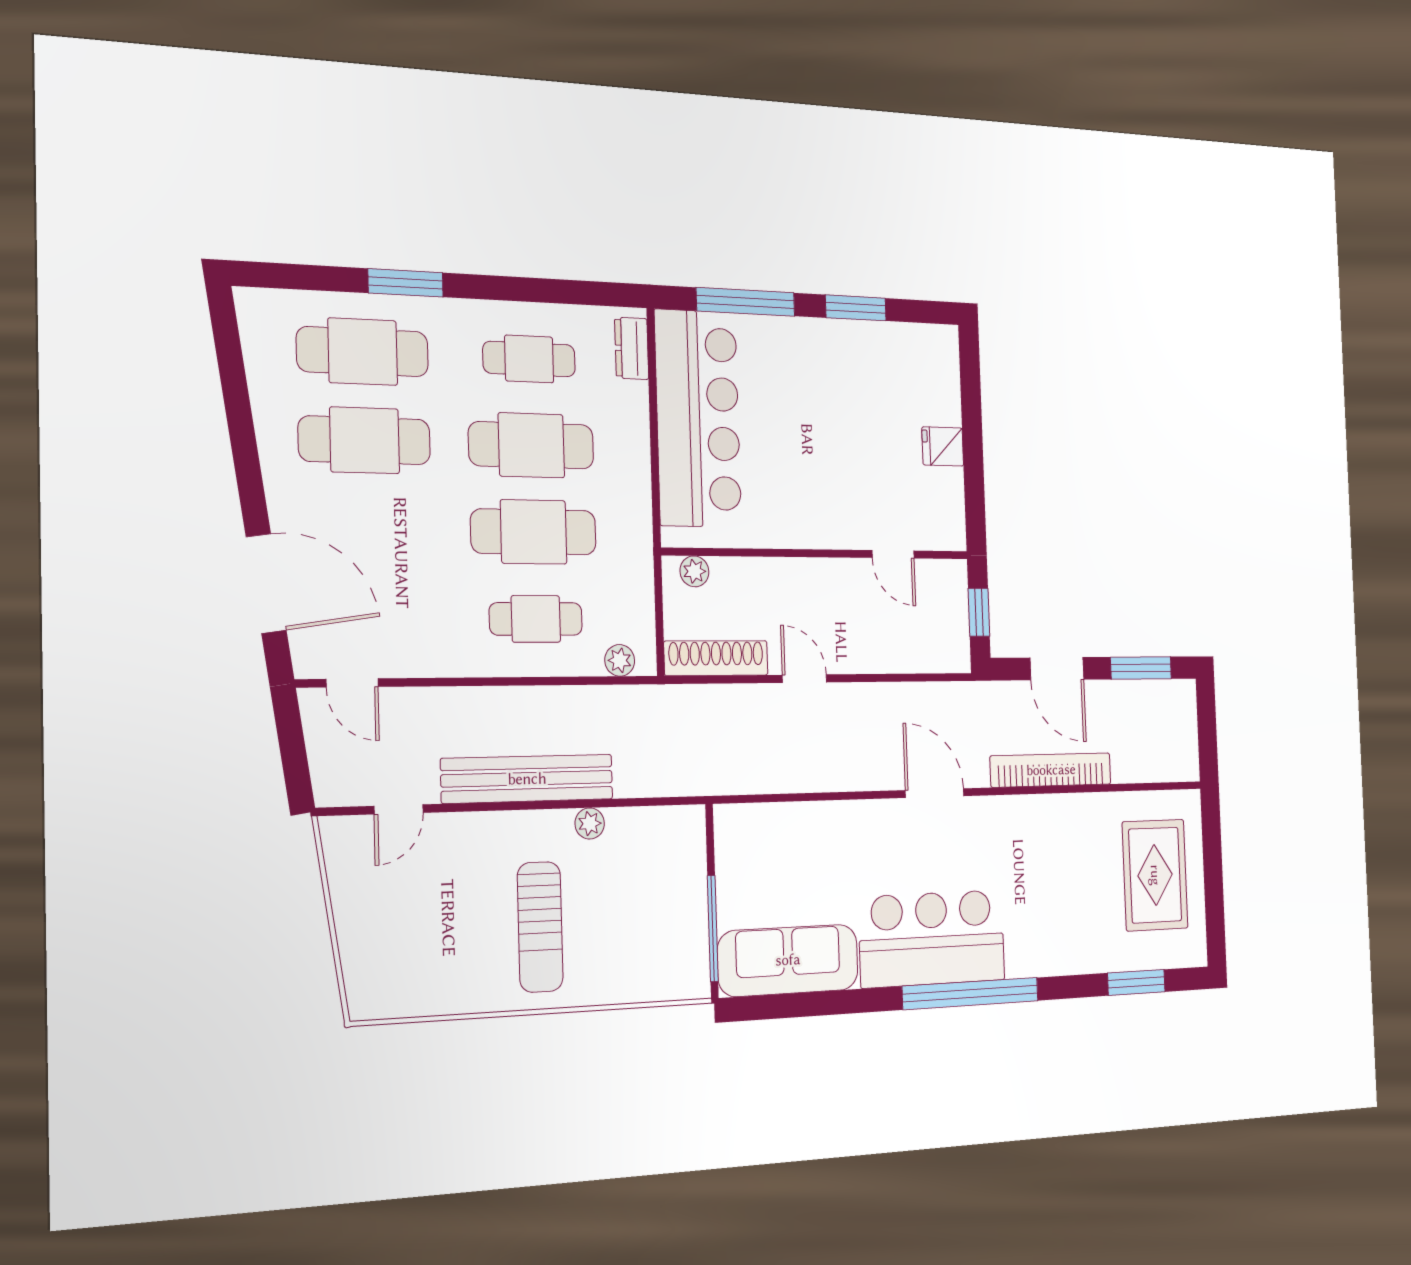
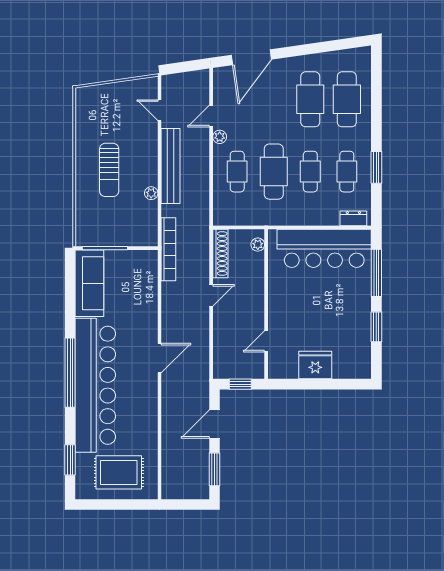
window: (406, 283) -> (376, 167), moved
cafe table: (531, 445) -> (310, 172), width x0.73, depth x0.74
fridge: (943, 446) -> (315, 365), width x1.88, depth x1.34
plant: (620, 660) -> (220, 137), moved
door: (352, 683) -> (211, 116), moved
bookcase: (1051, 770) -> (168, 249), moved
sun lounger: (540, 927) -> (109, 170), turned -90
bar counter: (932, 939) -> (95, 385), width x1.86

